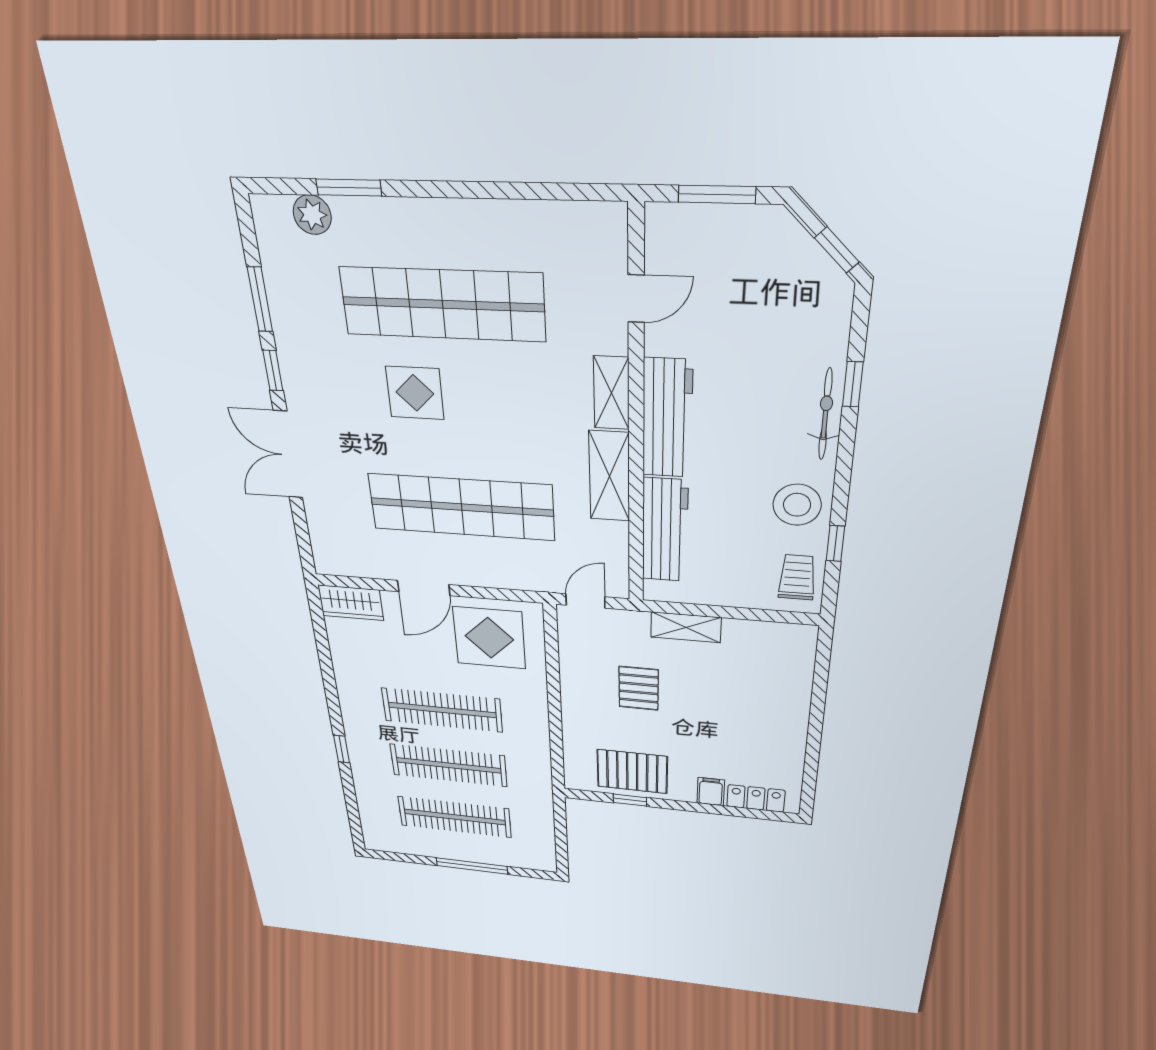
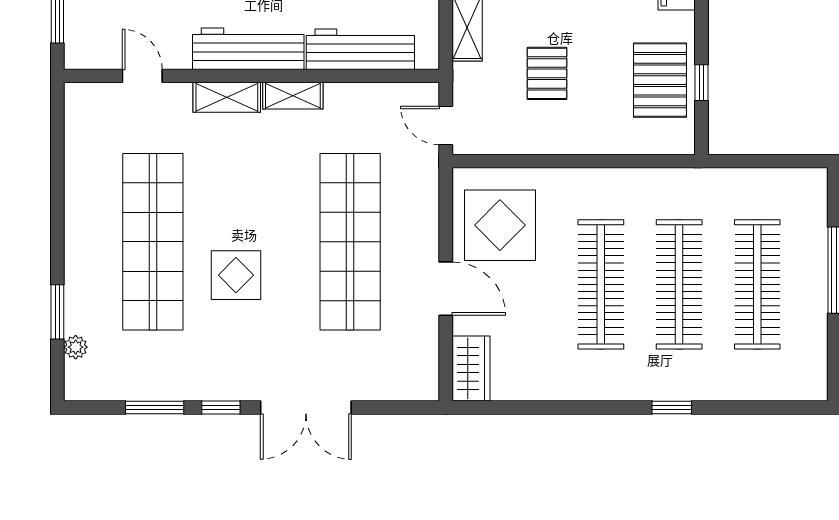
plant: (312, 215) -> (76, 347), width x0.73, depth x0.73
shelving: (609, 476) -> (293, 96), width x0.67, depth x0.75
pallet: (639, 688) -> (547, 73), turned 90

